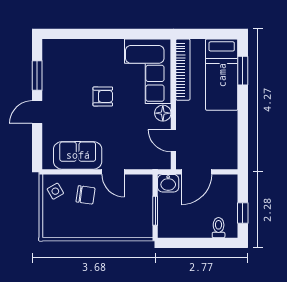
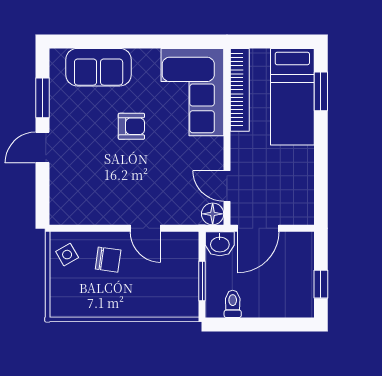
floor lamp: (163, 113) -> (213, 214), moved
sofa: (78, 155) -> (99, 67), moved, turned 180
toilet: (219, 228) -> (233, 304), moved

